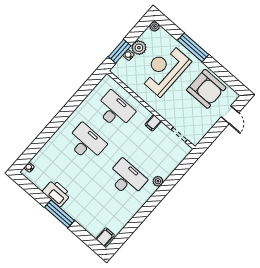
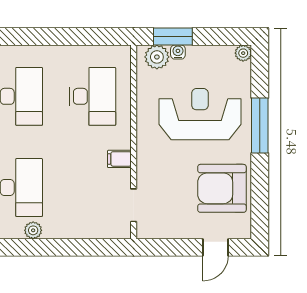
plant: (139, 48) -> (157, 57), moved
armchair: (206, 89) -> (222, 188), turned 90
plant: (158, 181) -> (33, 230), moved

